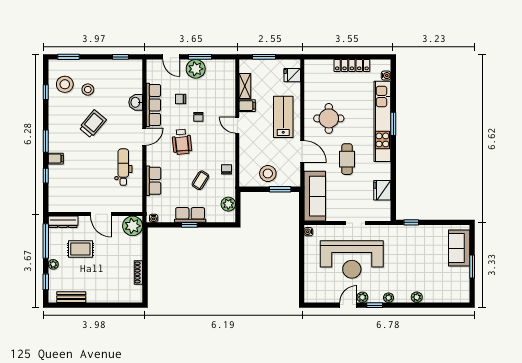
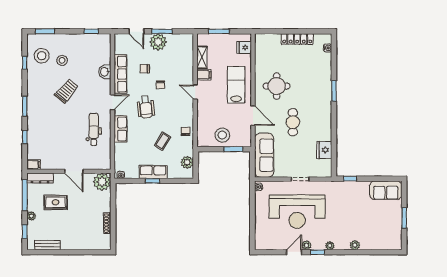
kitchen unit: (382, 121) -> (324, 89), removed
filing cabinet: (56, 159) -> (34, 165), moved
row of seats: (153, 181) -> (121, 129), moved
sofa: (459, 248) -> (386, 190), moved, turned -90

